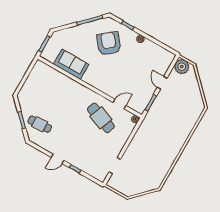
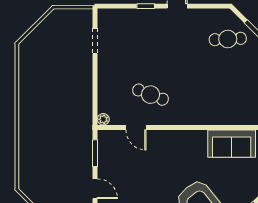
door: (120, 104) -> (136, 127), hinge flipped
cafe table: (101, 118) -> (150, 95), width x0.73, depth x0.74

